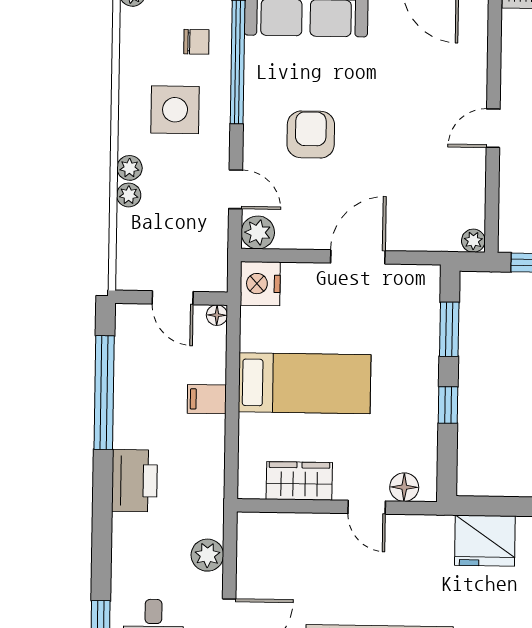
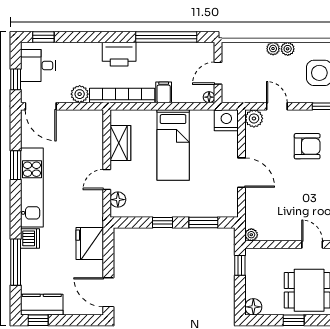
door: (236, 189) -> (277, 106), swing flipped
bookcase: (211, 476) -> (122, 95), added

